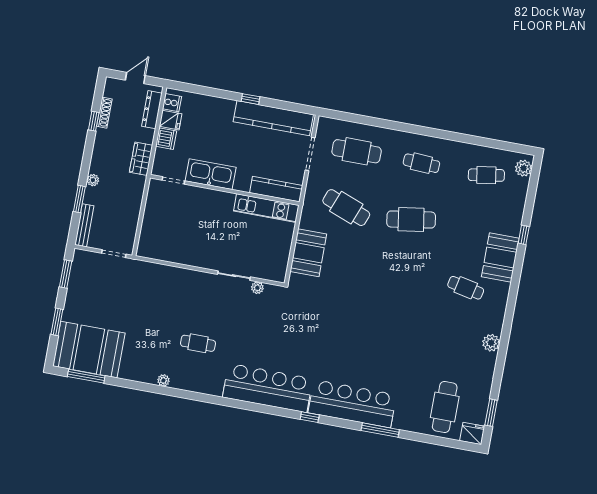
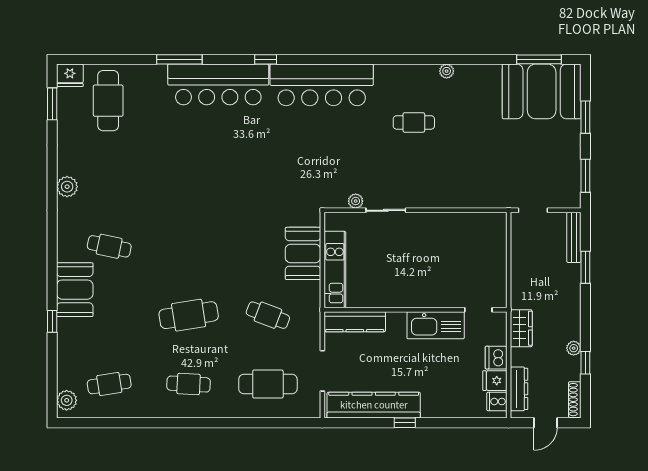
shoe rack: (104, 113) -> (575, 400), moved
plant: (93, 180) -> (574, 348), moved
kitchen unit: (266, 208) -> (335, 269), moved, turned 90
cafe table: (346, 208) -> (268, 315), width x0.73, depth x0.74

